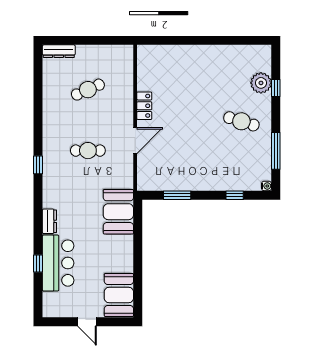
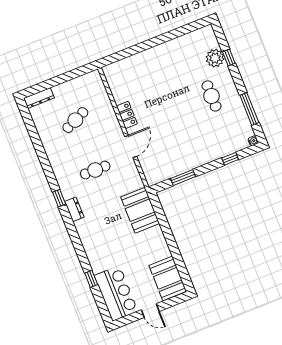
cafe table: (241, 121) -> (212, 96), turned 73
dresser: (49, 221) -> (74, 209), moved
bar counter: (58, 263) -> (116, 293), moved

